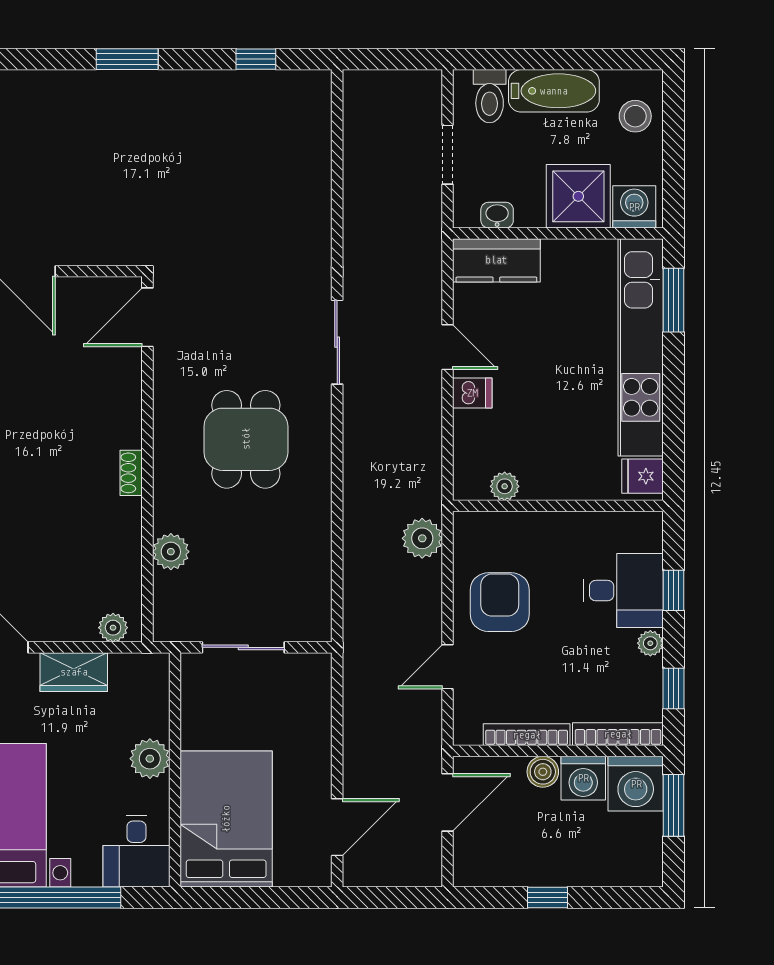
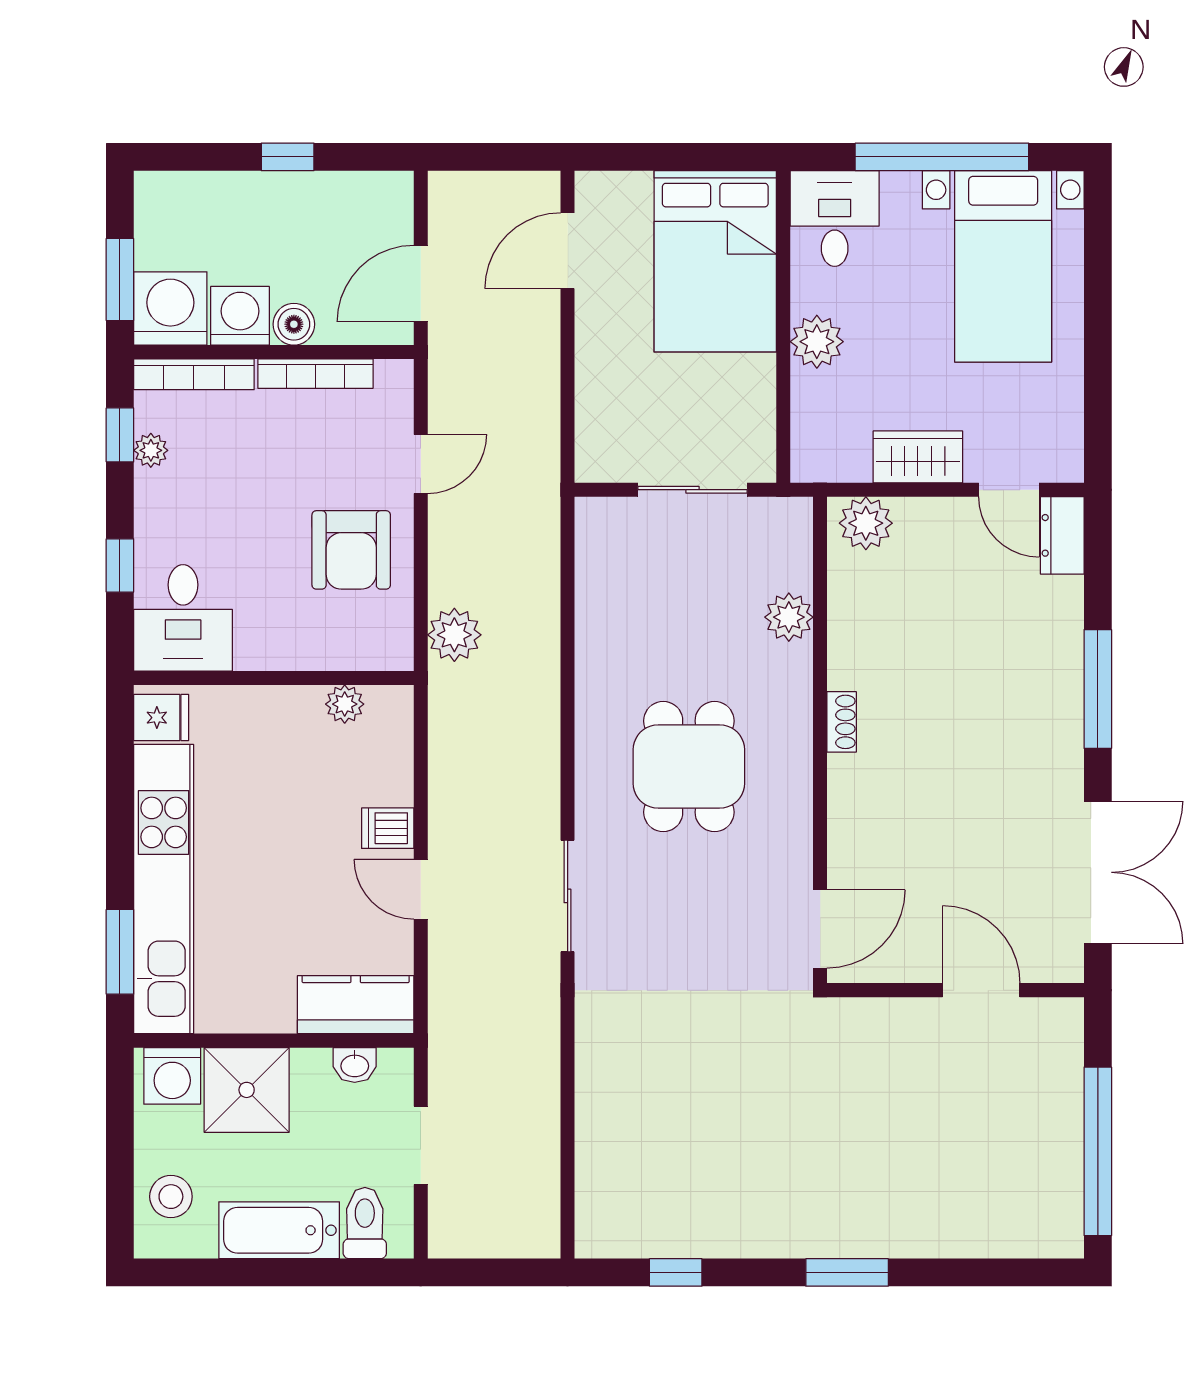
desk: (623, 591) -> (183, 618), moved, turned -90
plant: (113, 628) -> (866, 523), width x1.38, depth x1.38
plant: (650, 643) -> (151, 450), moved

